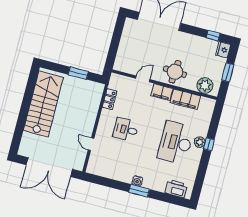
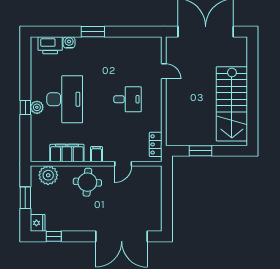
filing cabinet: (162, 92) -> (97, 154), width x0.50
locker: (110, 99) -> (156, 144), moved
water cooler: (137, 181) -> (69, 42), moved

